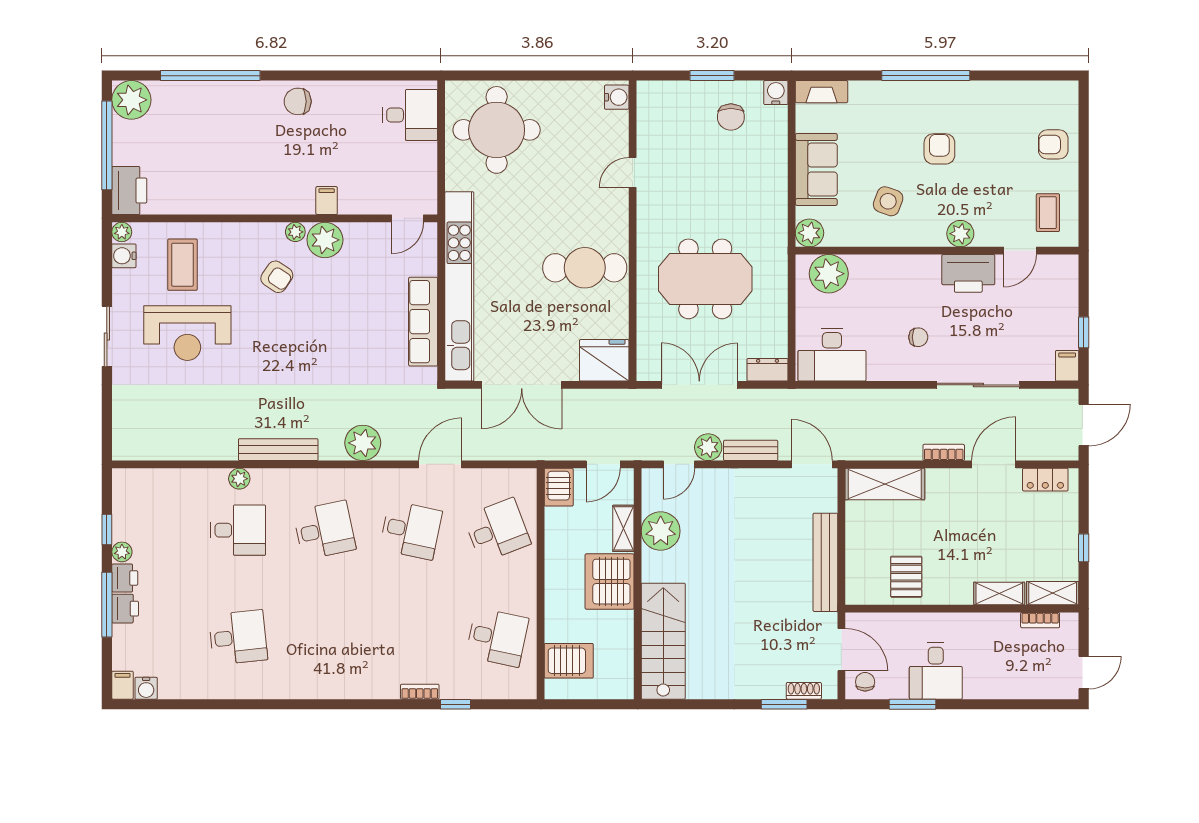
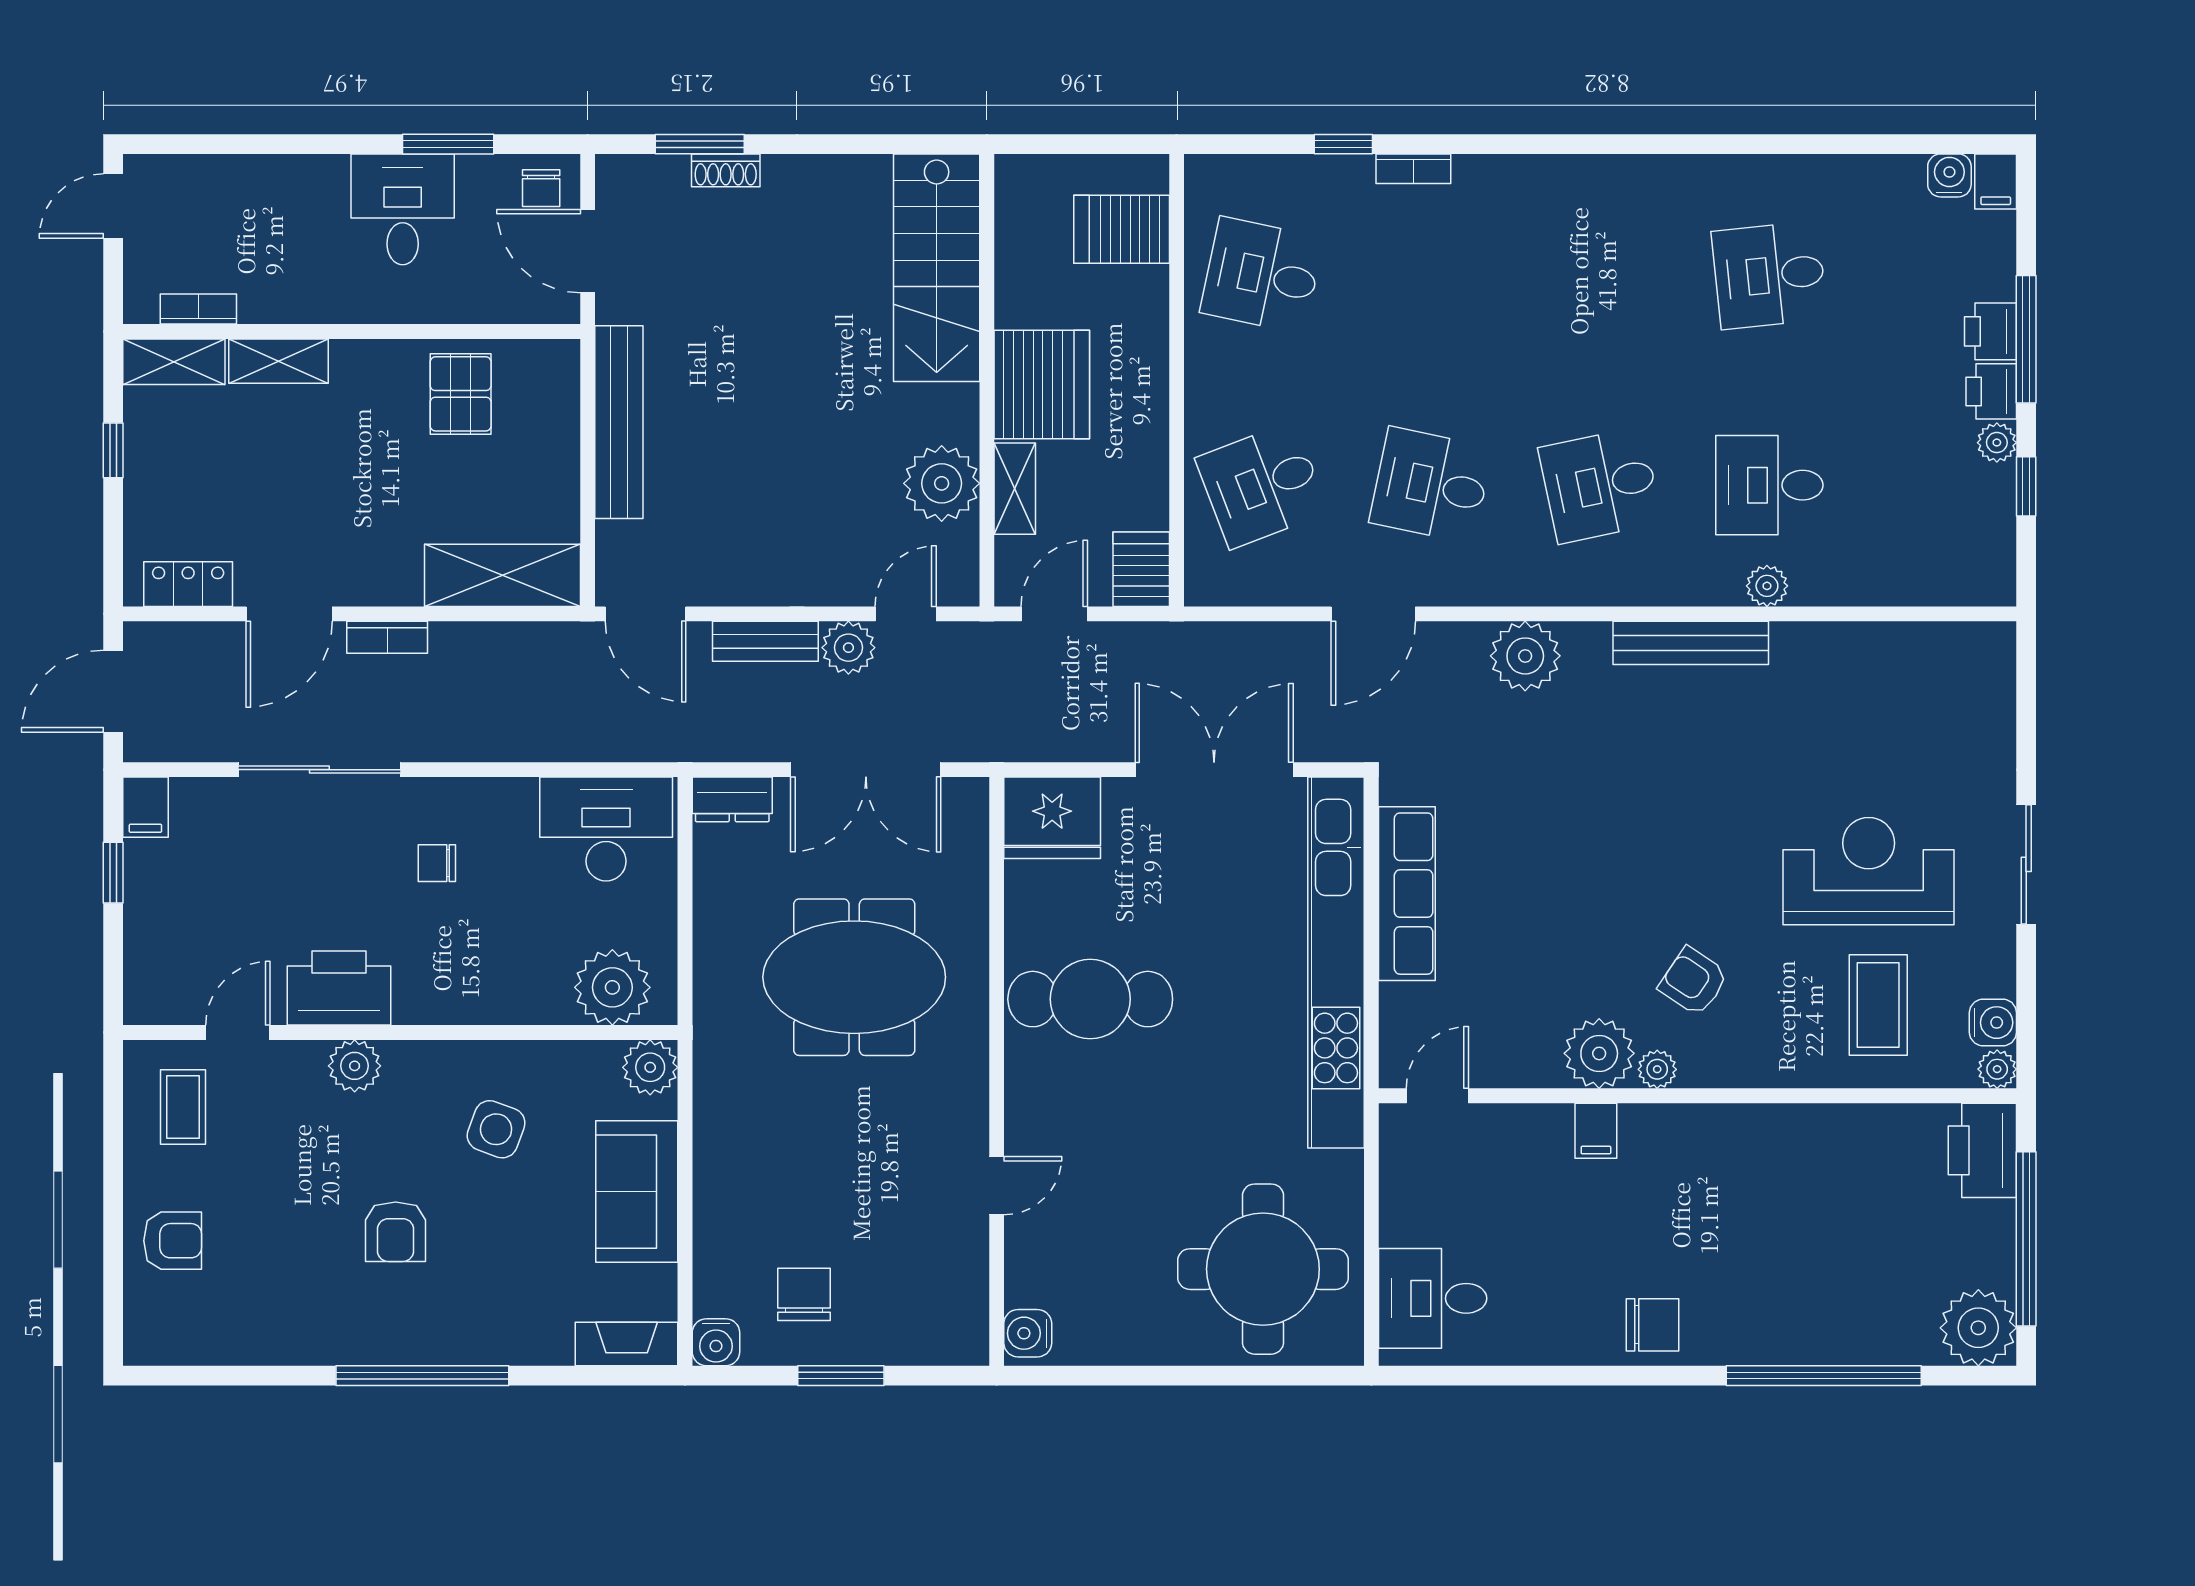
shoe rack: (804, 691) -> (726, 170), moved

